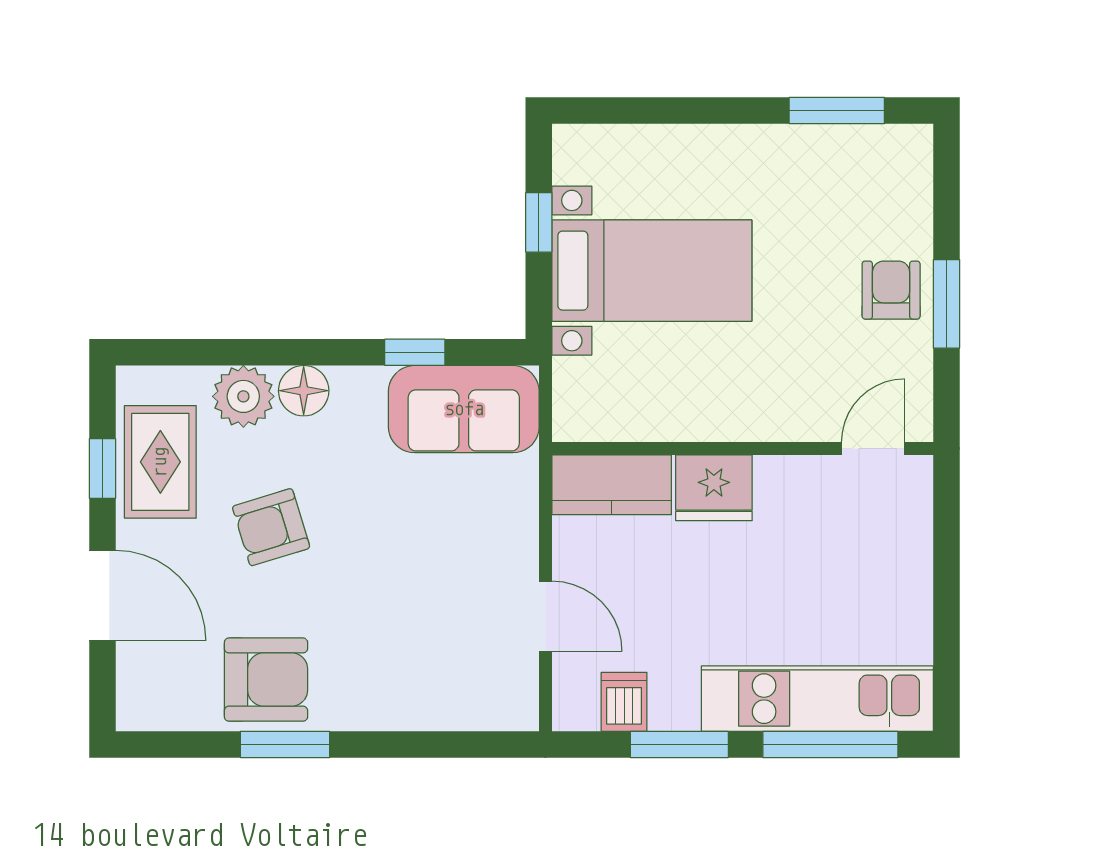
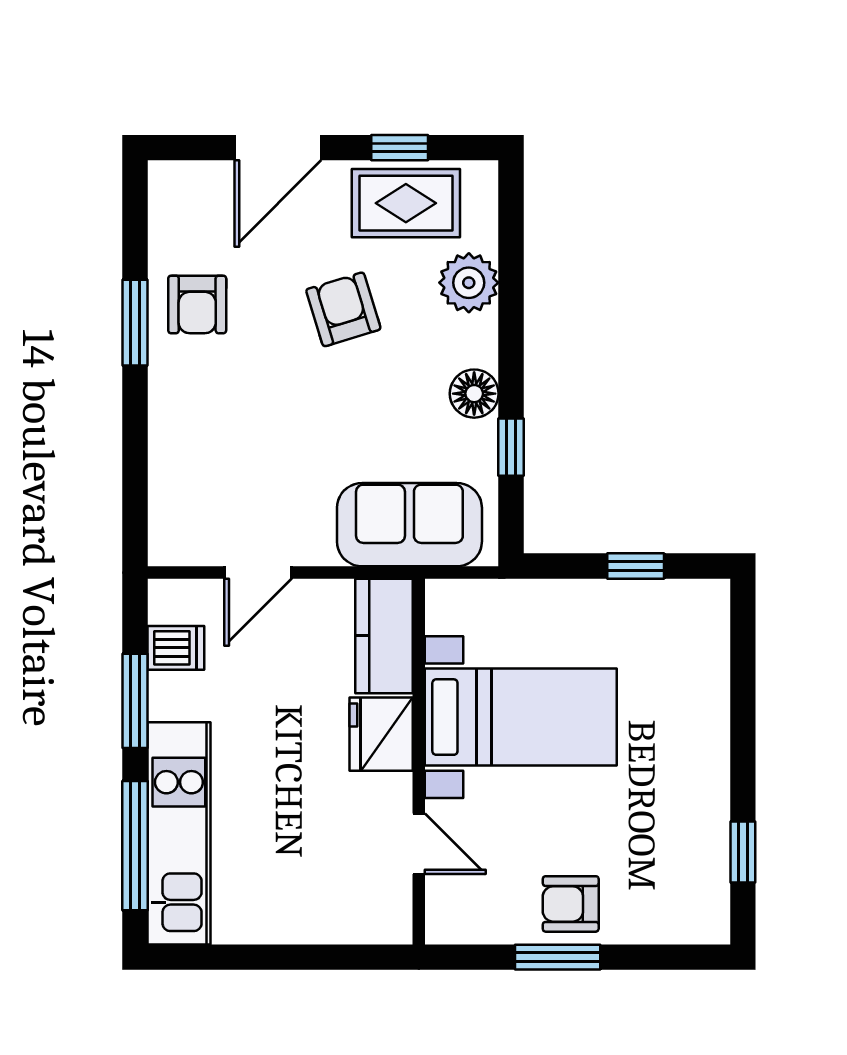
window: (837, 111) -> (743, 852), width x0.67
bed with nightstands: (652, 271) -> (521, 717), moved, turned -90
armchair: (891, 290) -> (571, 904), turned 180
floor lamp: (304, 391) -> (474, 394), moved
sofa: (464, 409) -> (409, 525), moved, turned 90
door: (873, 449) -> (419, 844), moved
armchair: (266, 680) -> (197, 304), width x0.72, depth x0.72

